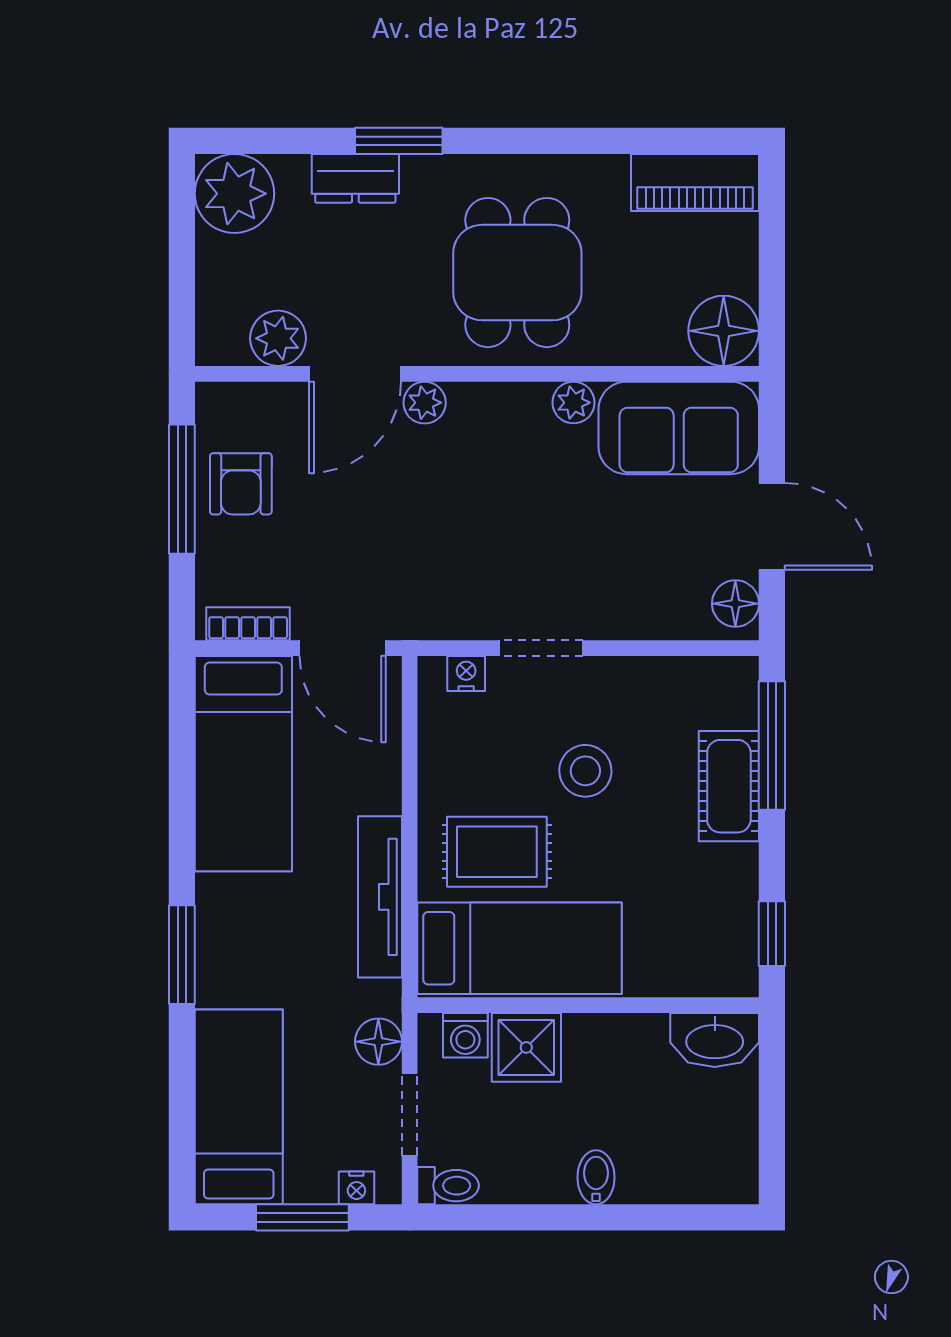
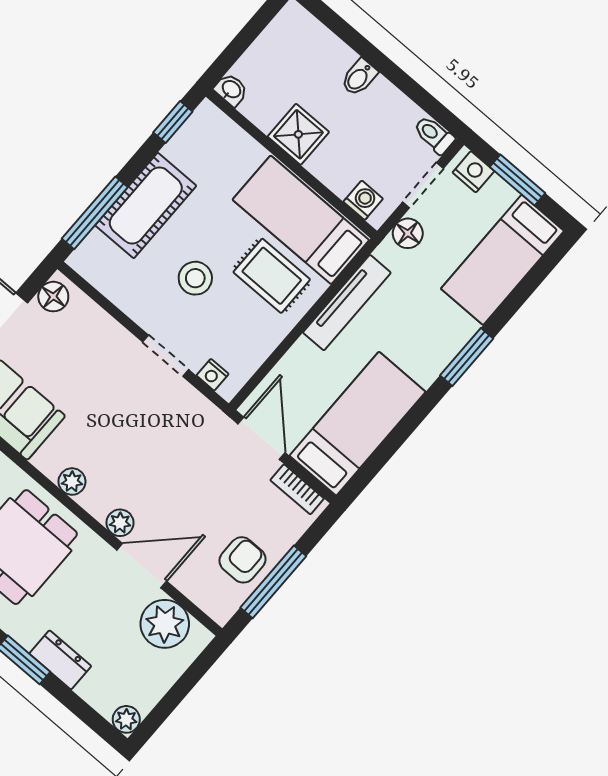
plant: (234, 194) -> (126, 719), width x0.53, depth x0.53
plant: (278, 338) -> (165, 624), width x1.36, depth x1.36
plant: (573, 403) -> (72, 482), moved
cot: (729, 786) -> (146, 205), width x1.37, depth x1.34
washbasin: (715, 1040) -> (231, 90), width x0.52, depth x0.69
shower: (526, 1047) -> (298, 134), moved
nightstand: (356, 1188) -> (473, 172), width x1.39, depth x1.35

